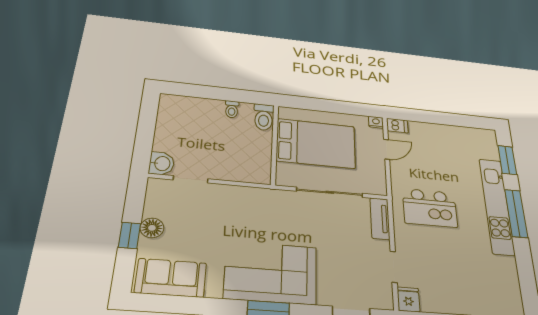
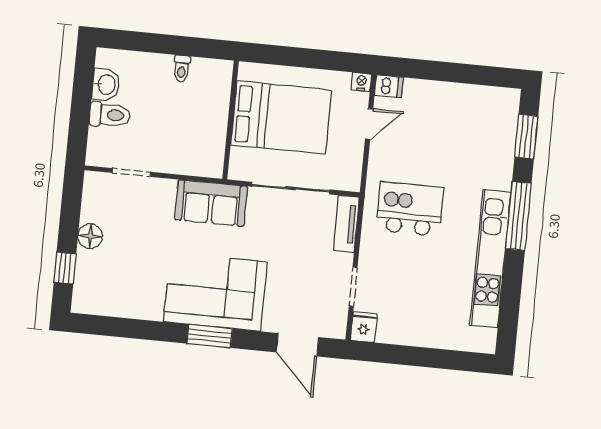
toilet: (264, 117) -> (110, 115), moved, turned -90
washbasin: (162, 163) -> (106, 85), moved
kitchen unit: (497, 206) -> (490, 259), moved
kitchen island: (430, 208) -> (410, 209), turned 180
window: (129, 235) -> (65, 268), moved
sofa: (171, 278) -> (211, 203), moved, turned 180

